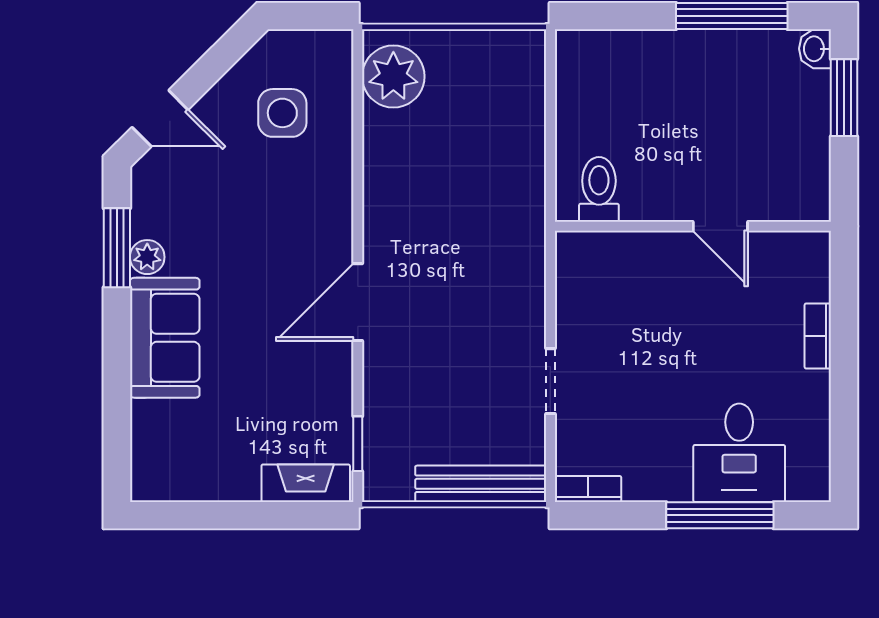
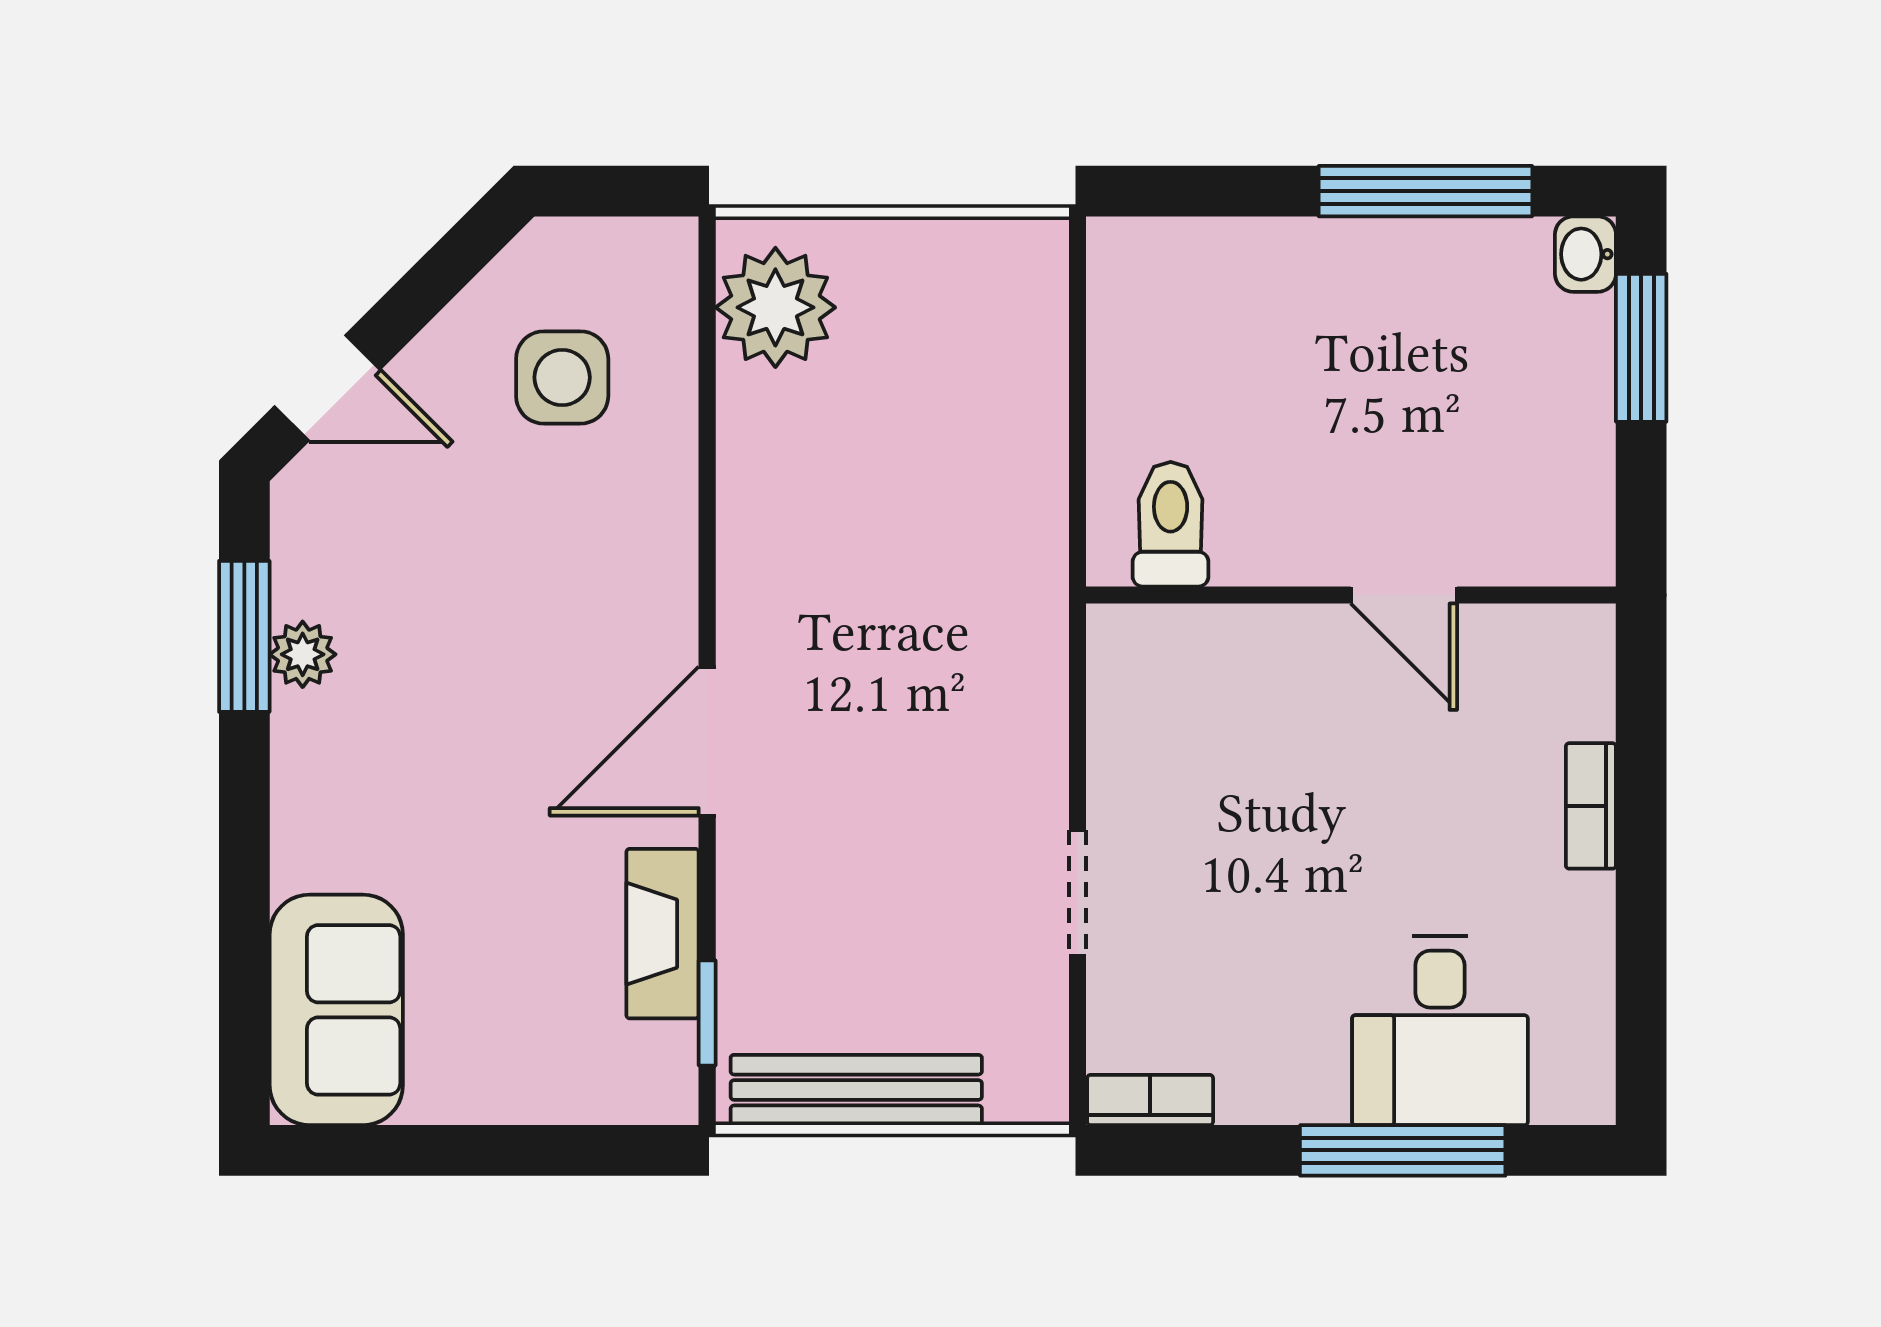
sofa: (165, 338) -> (336, 1010), moved
fireplace: (306, 483) -> (663, 934), moved, turned -90
bench: (481, 484) -> (856, 1090), moved

